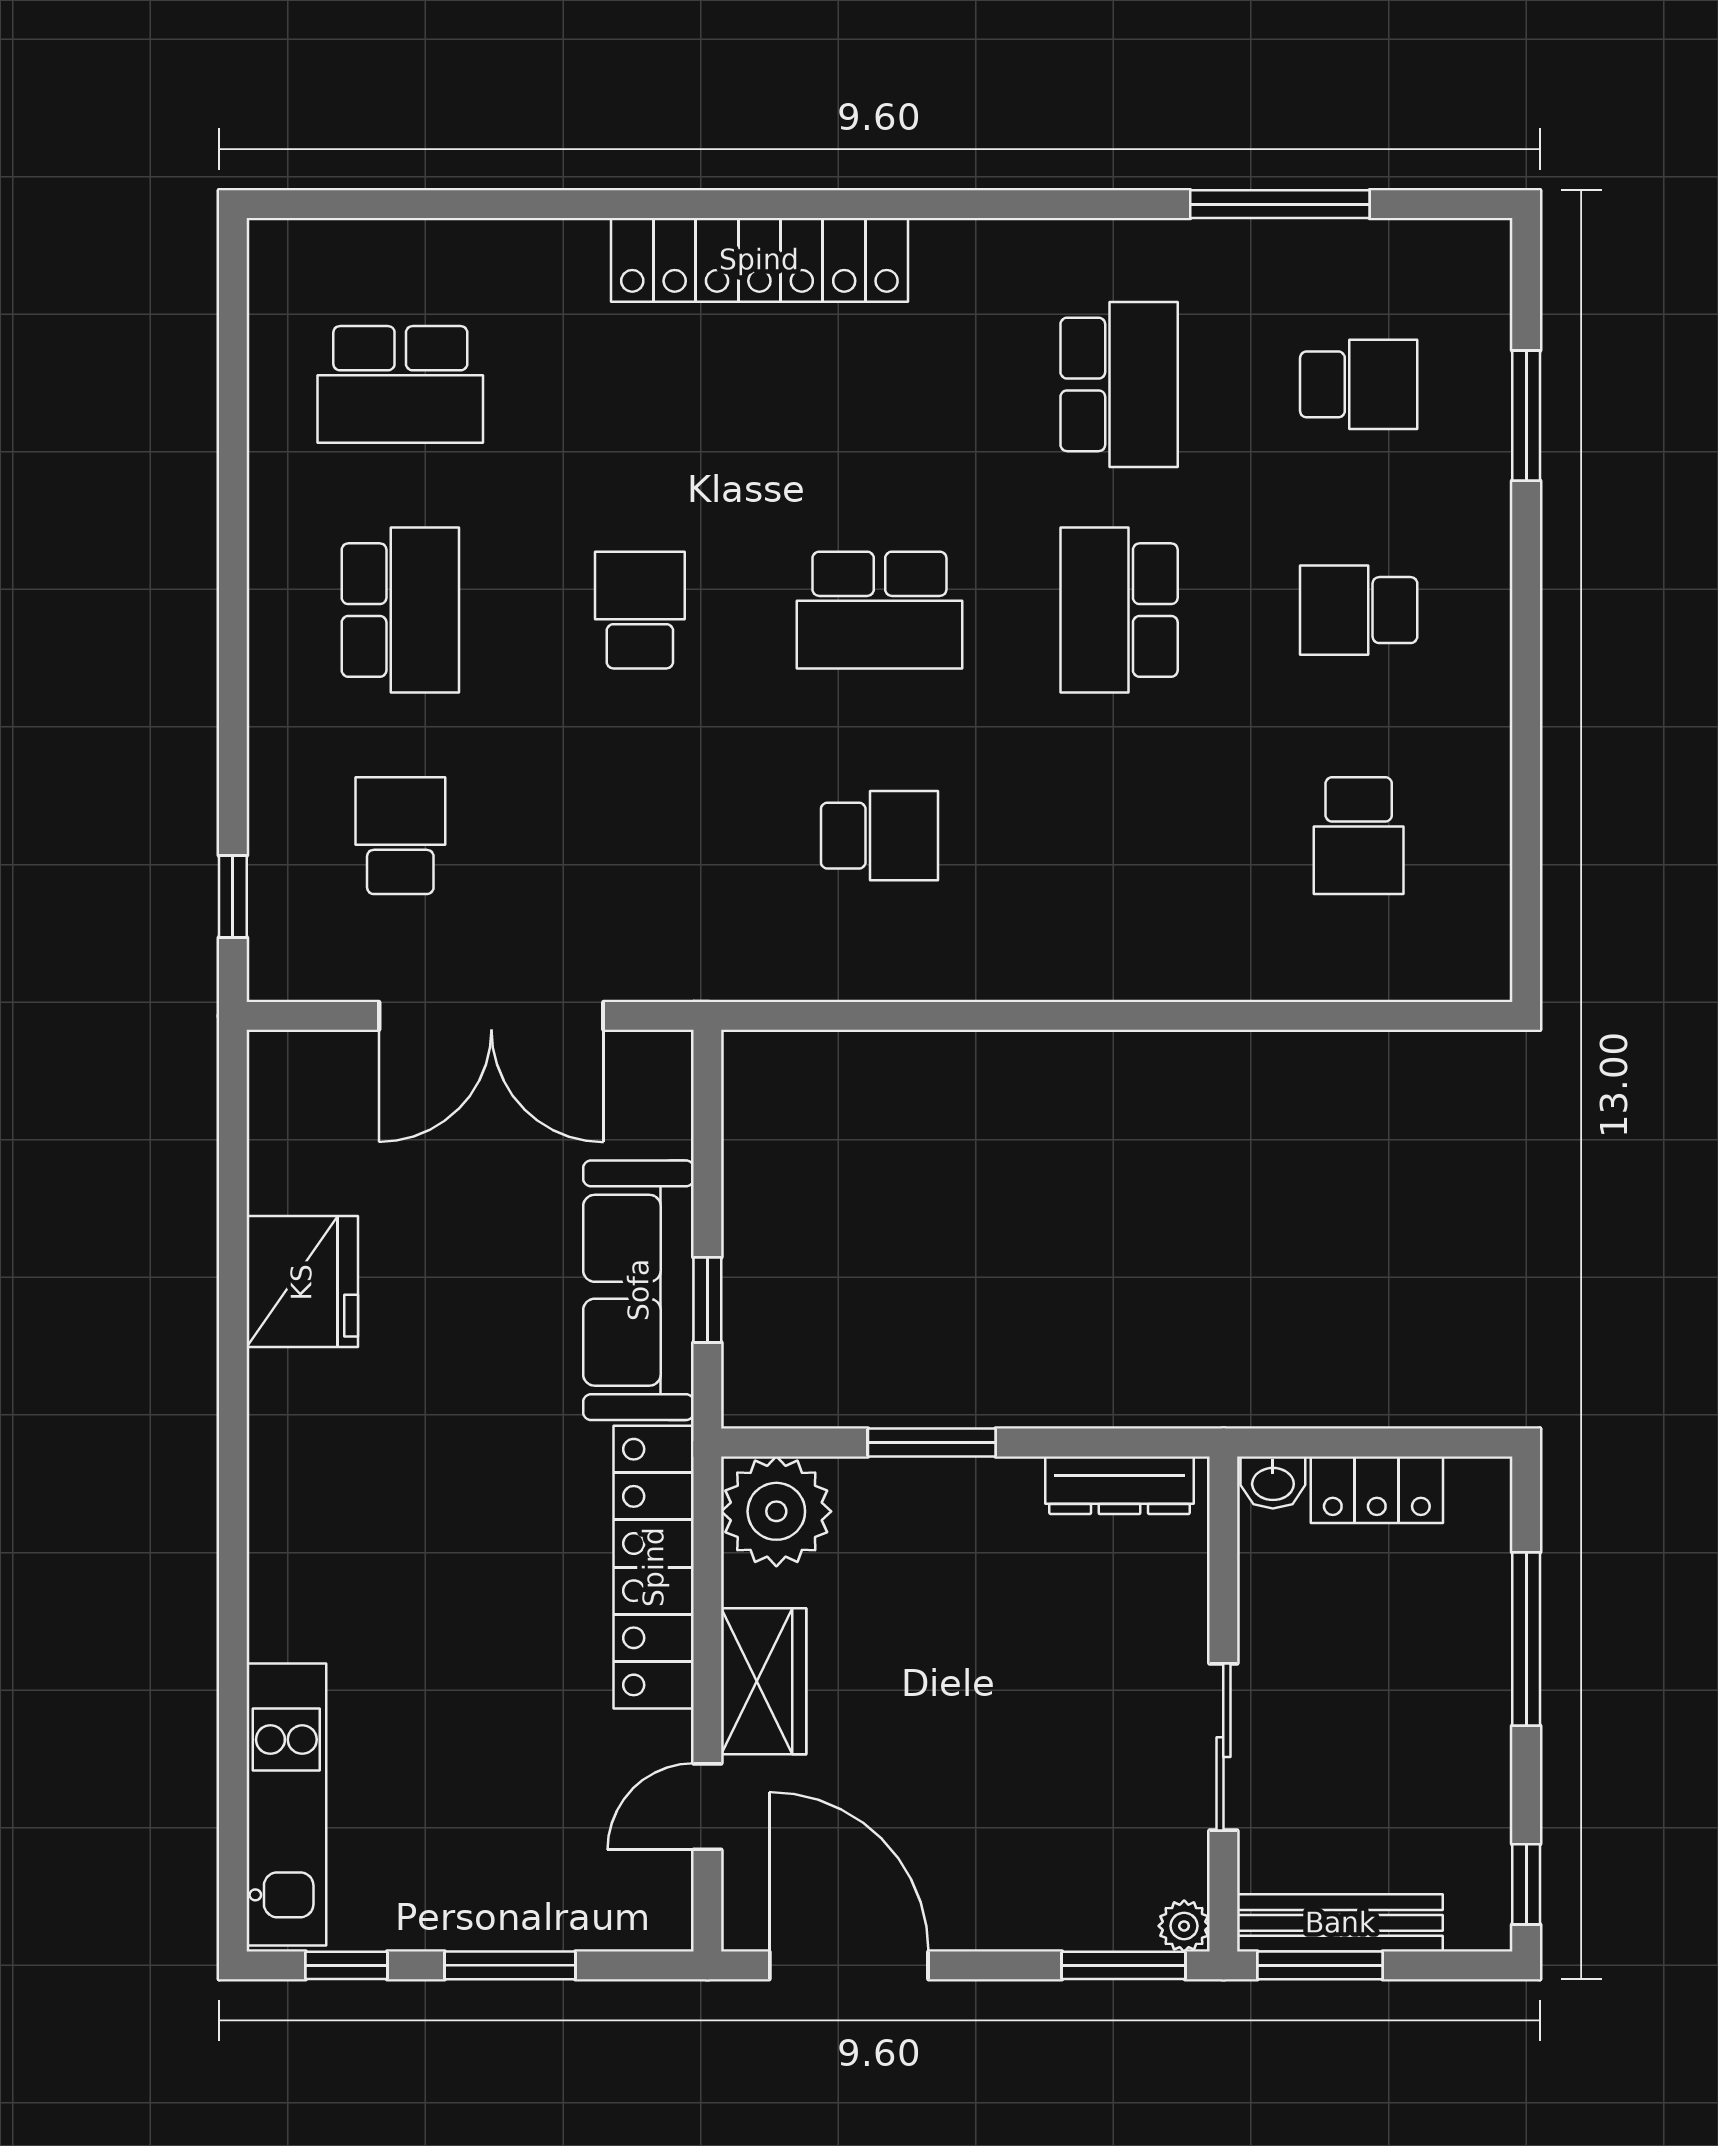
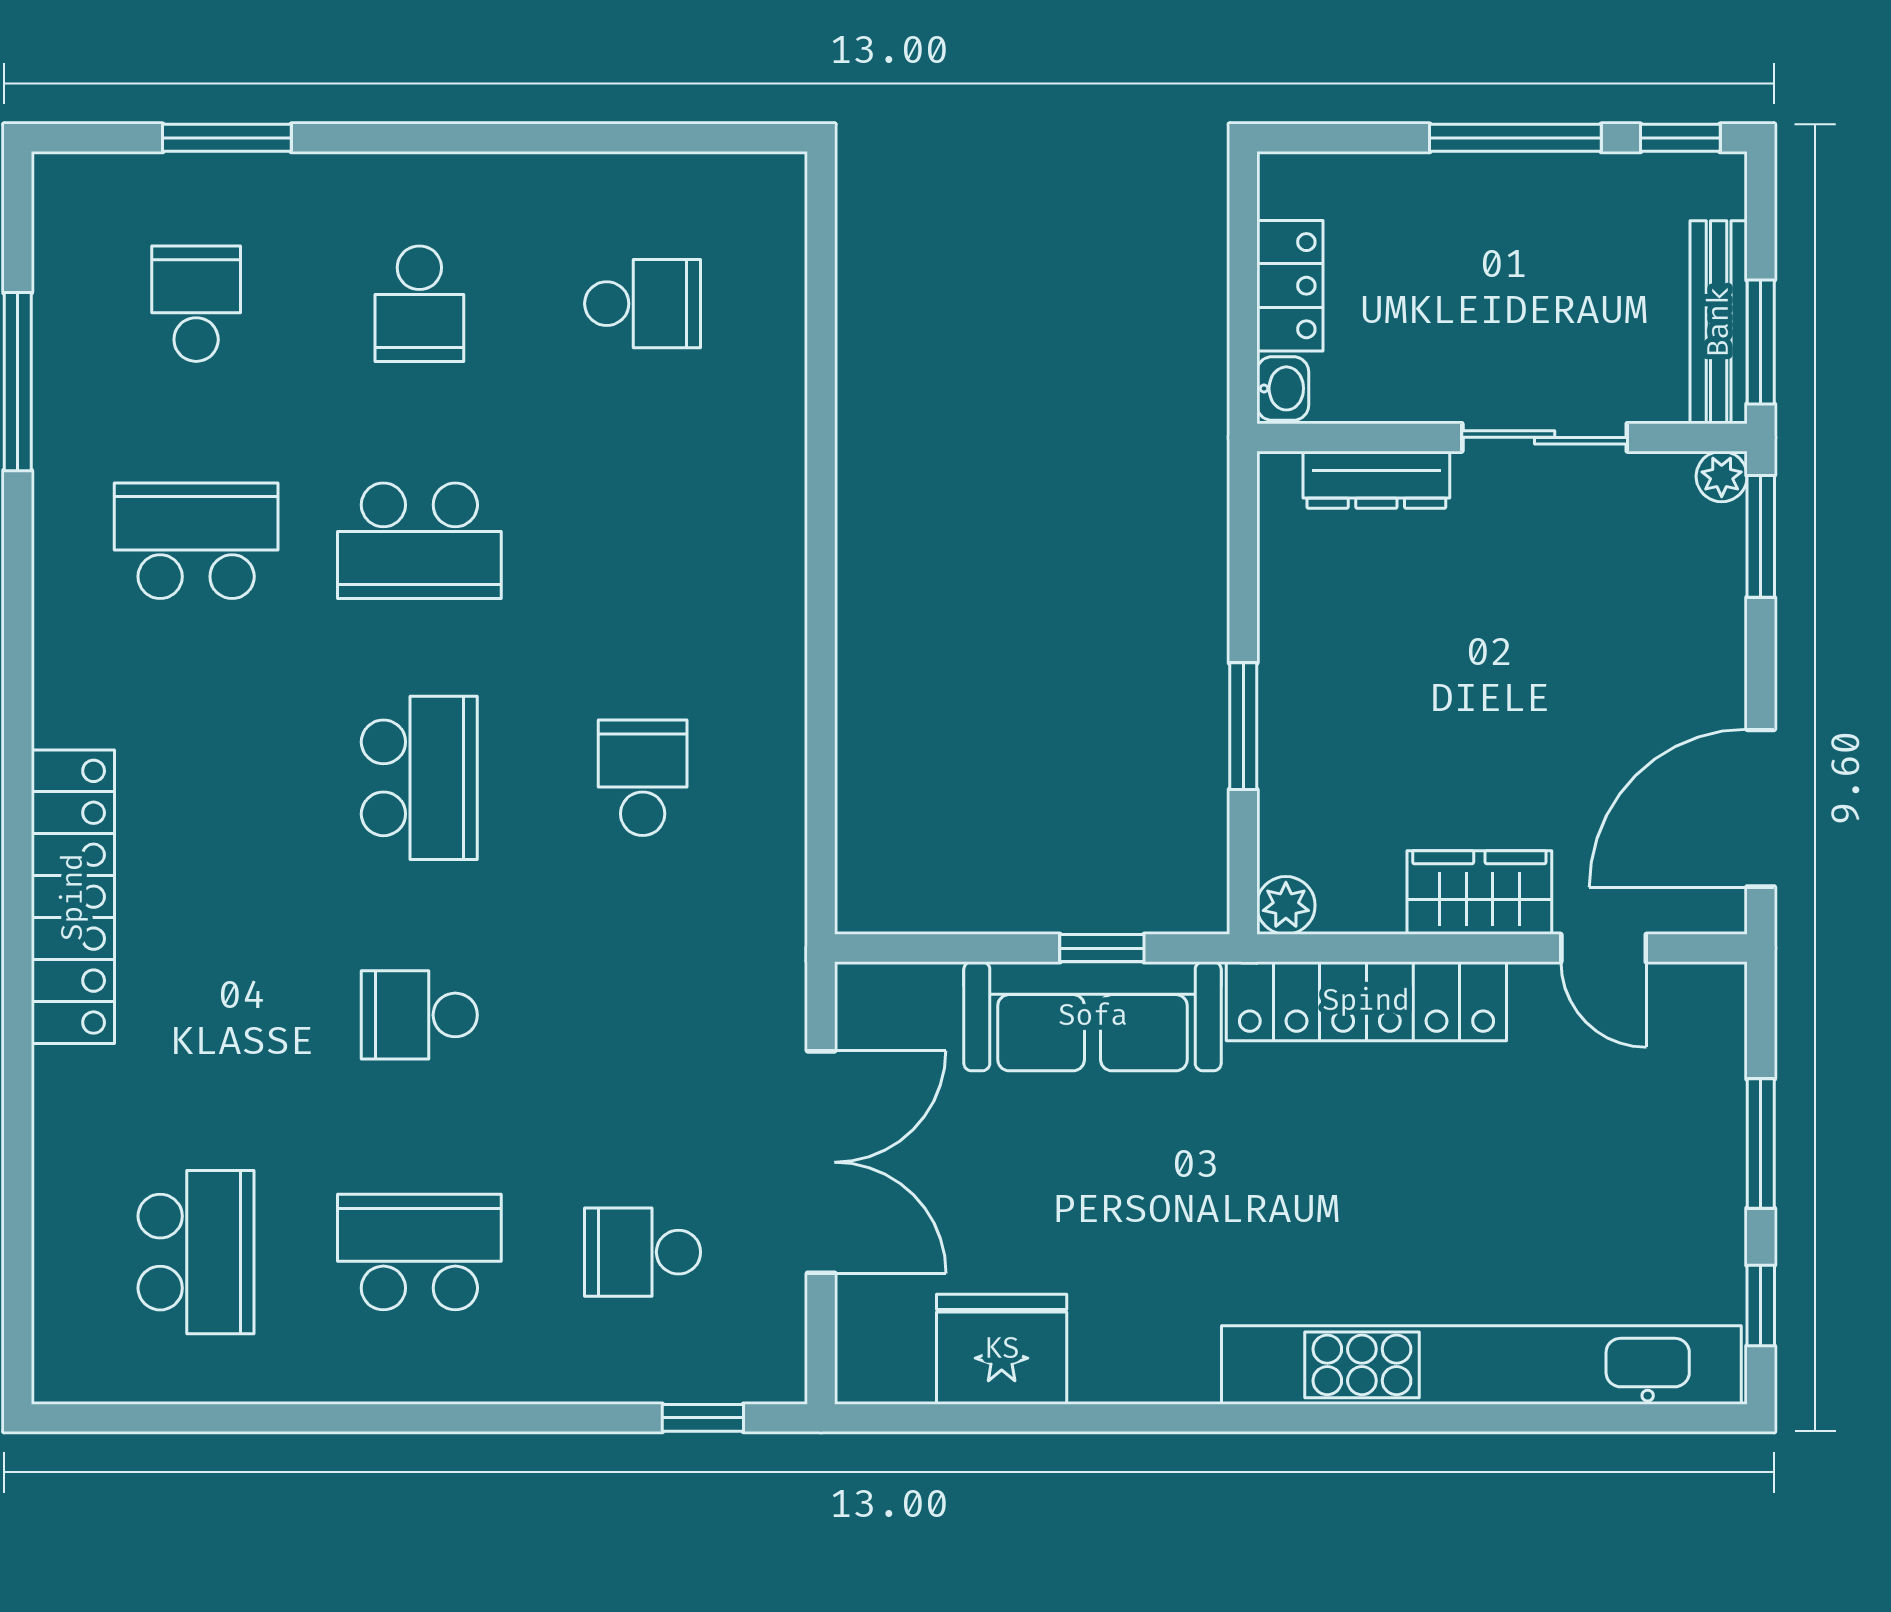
fridge: (302, 1282) -> (1002, 1349), moved
dresser: (1119, 1485) -> (1376, 480), moved, turned 90
plant: (776, 1511) -> (1286, 905), width x0.53, depth x0.53
window: (1526, 1639) -> (1515, 138), moved
kitchen unit: (286, 1804) -> (1481, 1365), width x1.86

